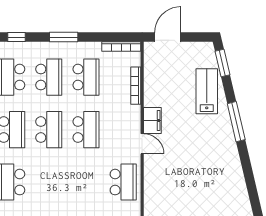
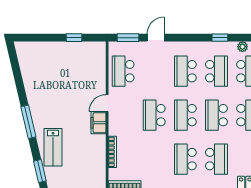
school desk: (86, 77) -> (185, 71), moved
door: (142, 144) -> (107, 103), hinge flipped

